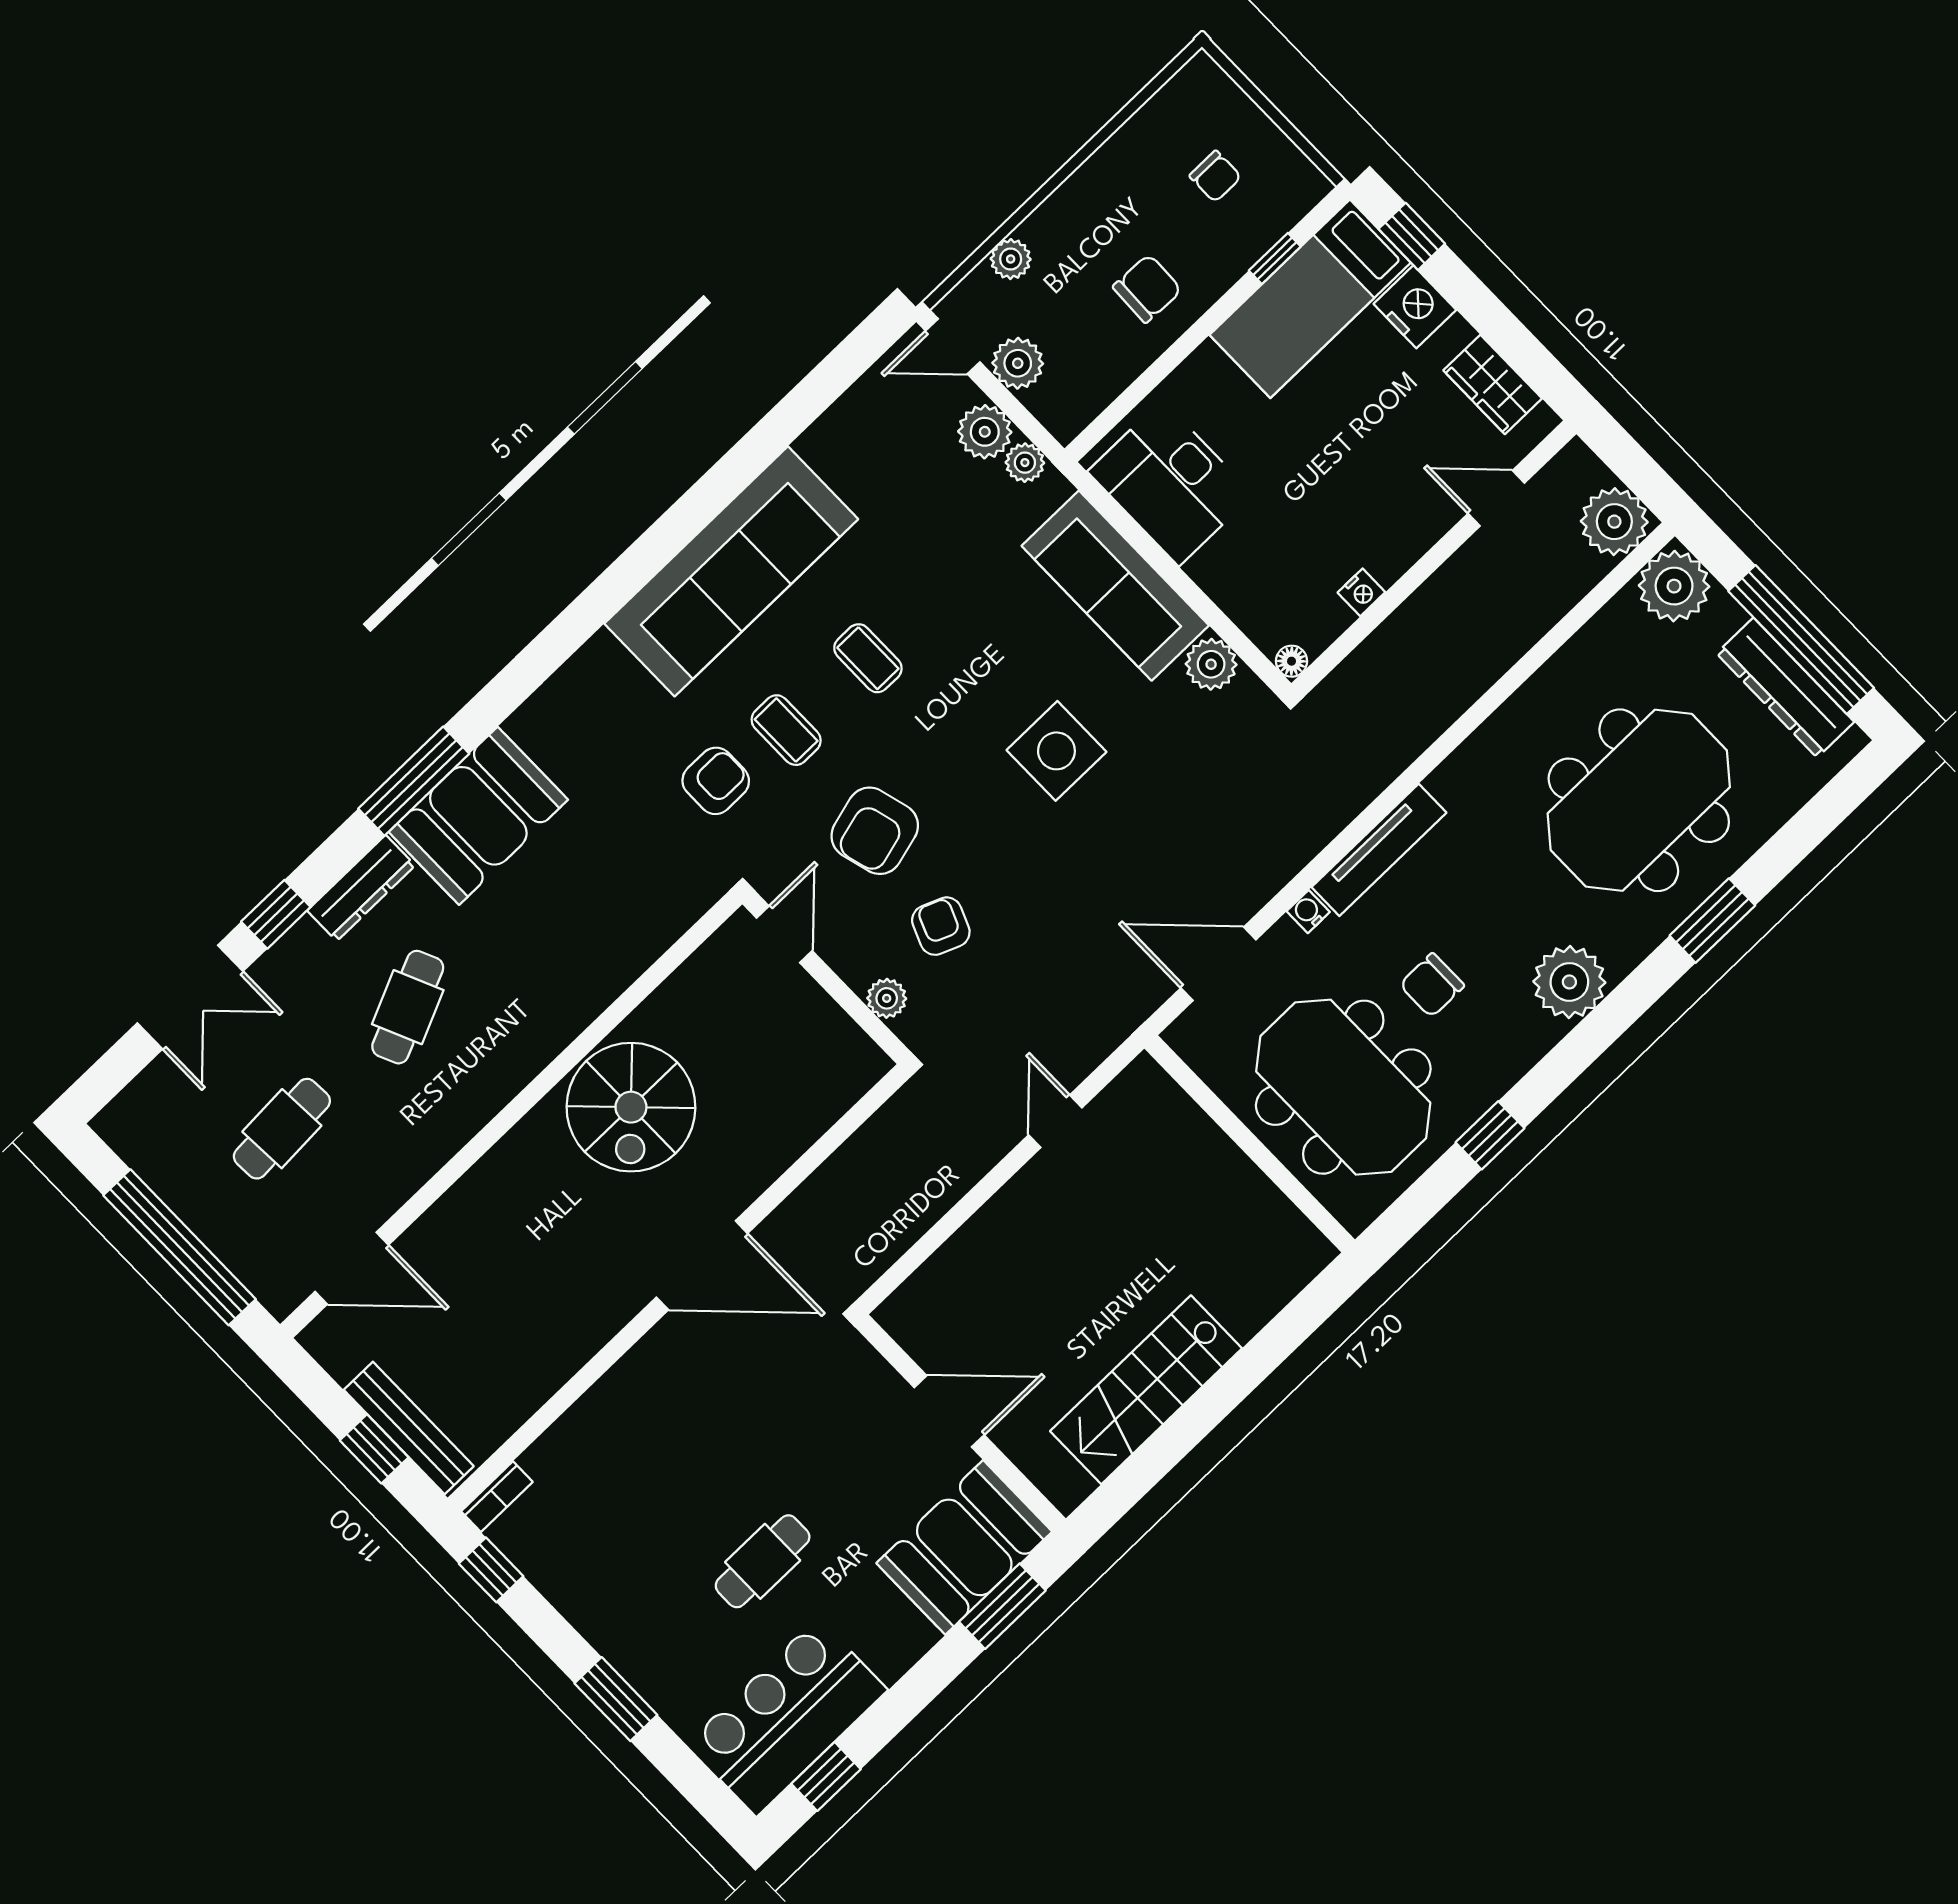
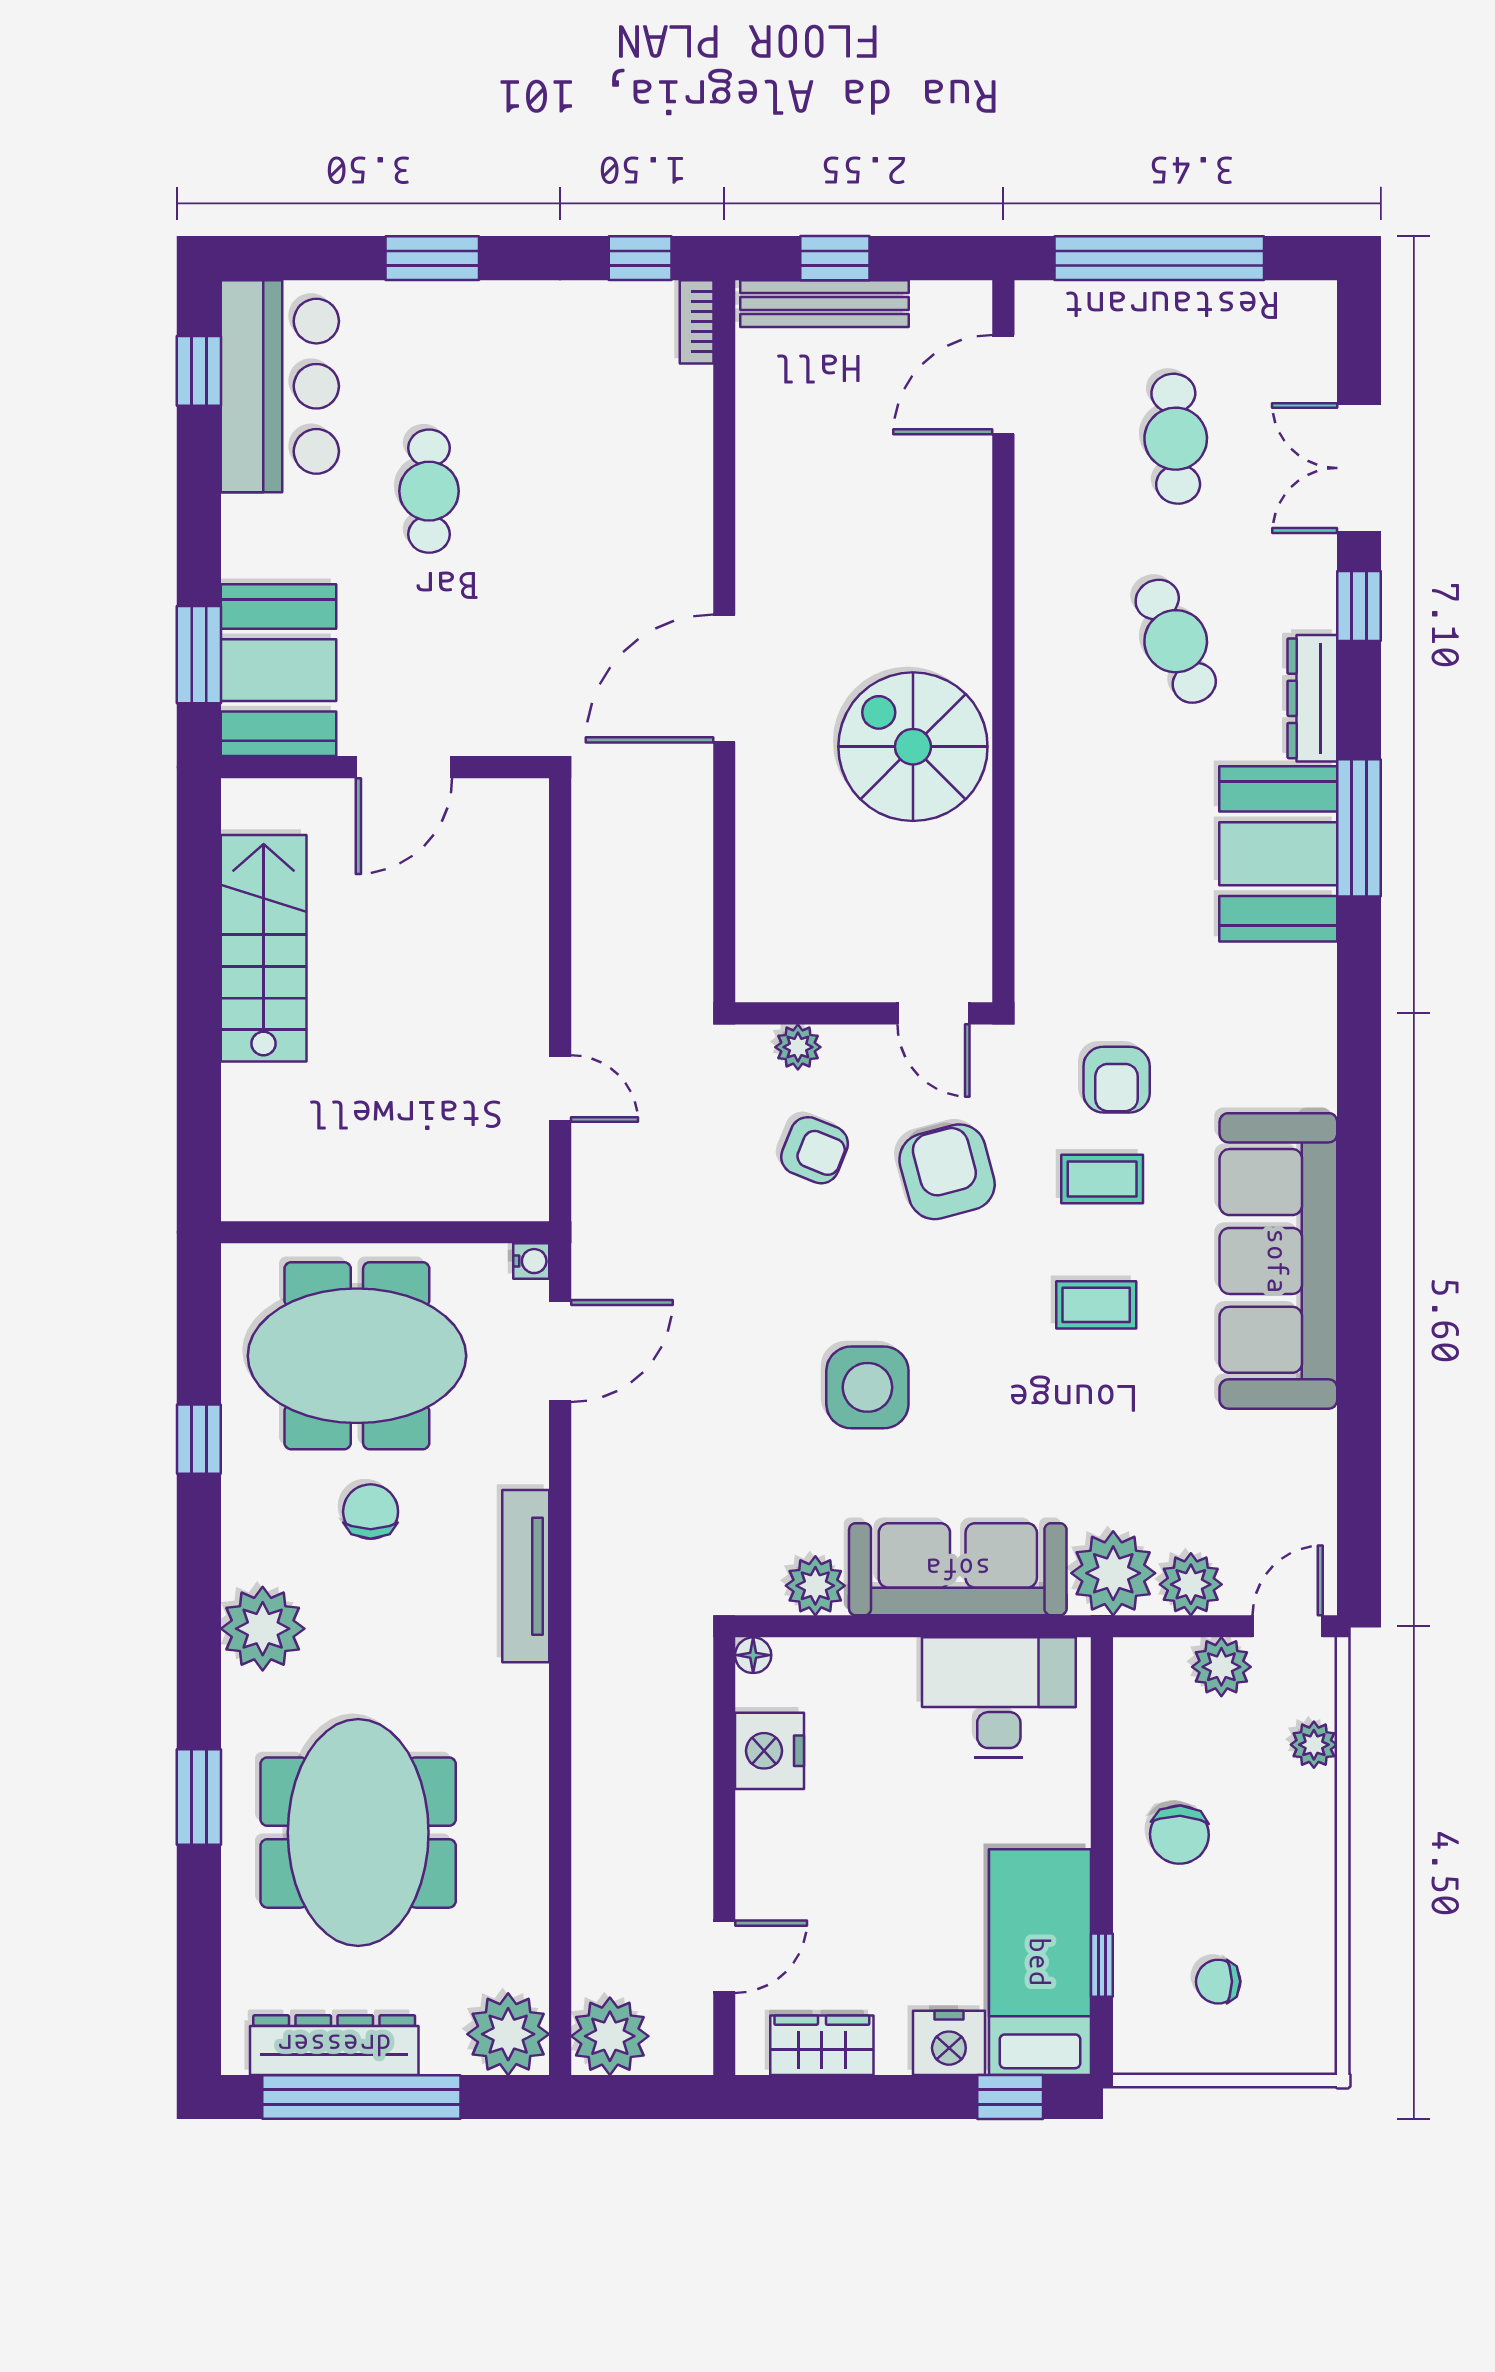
plant: (1025, 463) -> (1113, 1573), width x1.88, depth x1.88
nightstand: (1361, 592) -> (769, 1751), width x1.89, depth x1.79
water cooler: (1308, 912) -> (531, 1261), moved

